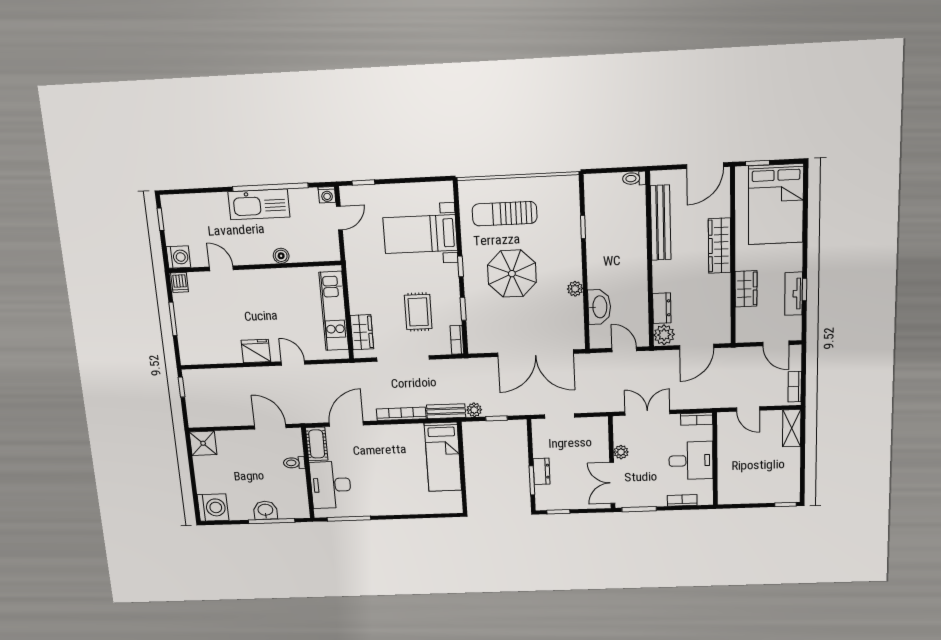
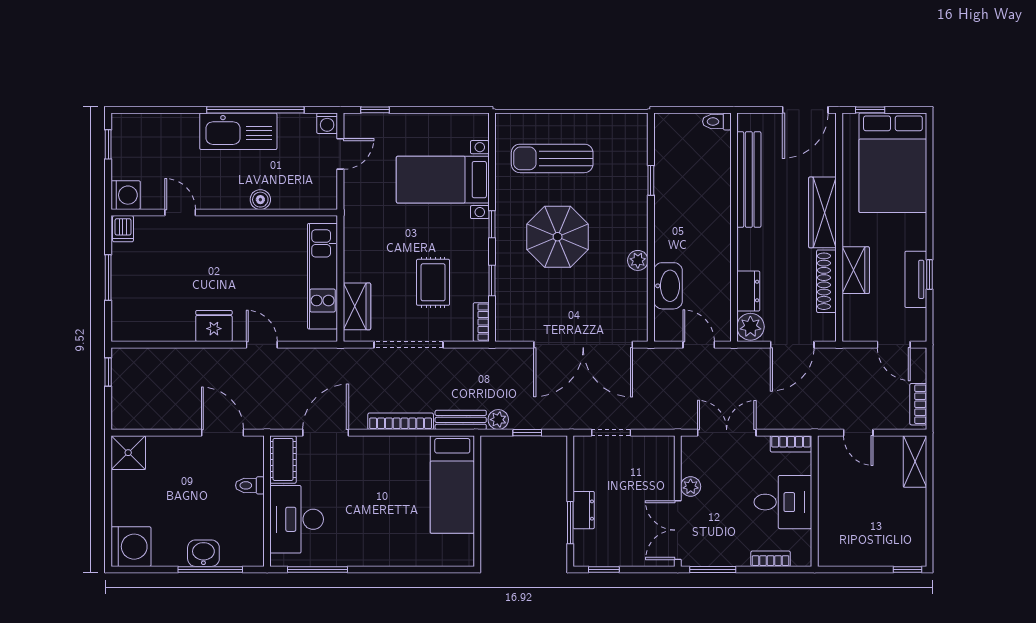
shoe rack: (723, 298) -> (826, 281), added

